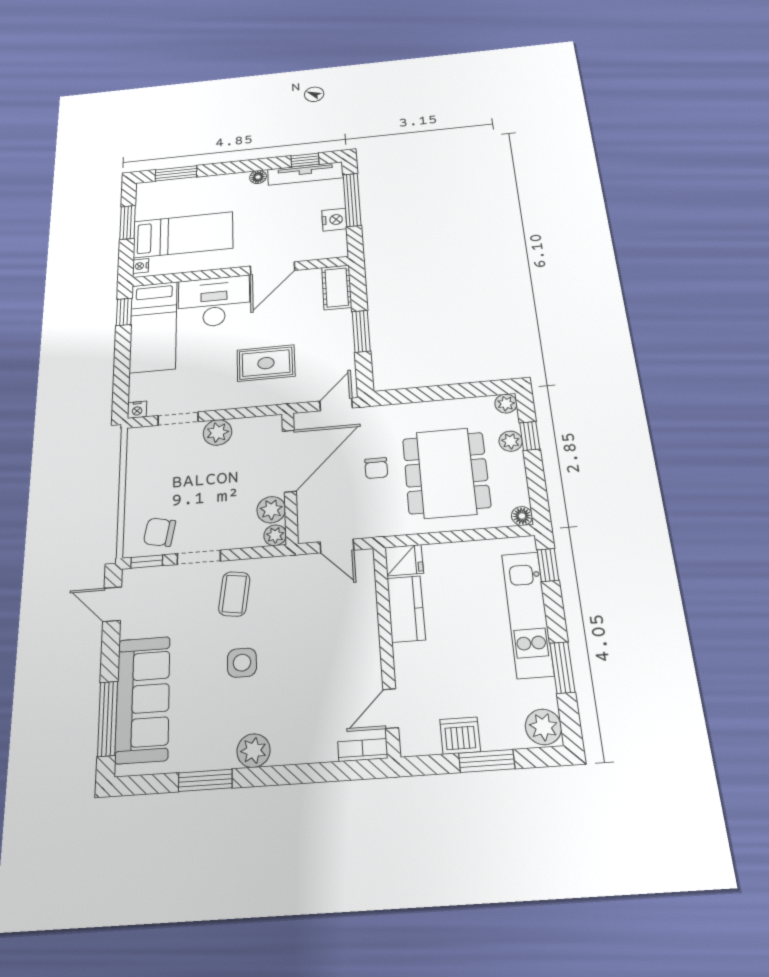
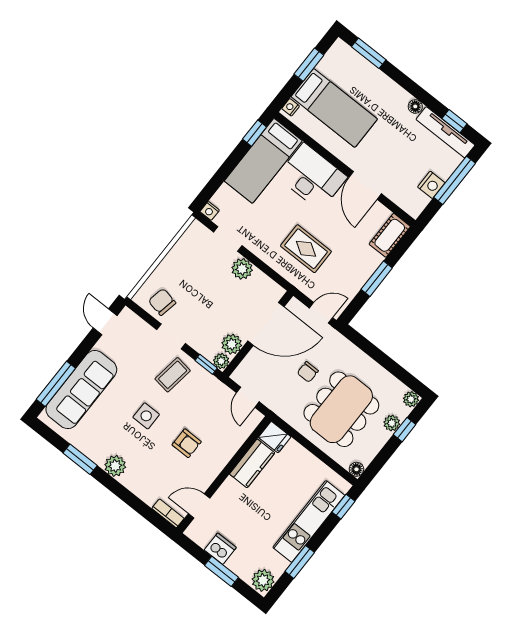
door: (272, 268) -> (365, 185), hinge flipped
window: (147, 562) -> (206, 364), moved
armchair: (314, 652) -> (187, 443), added

